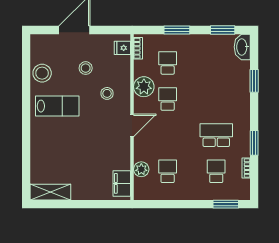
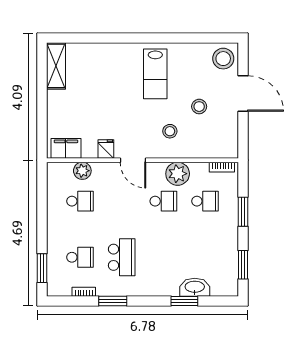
washbasin: (242, 47) -> (195, 287), moved
fridge: (122, 48) -> (106, 149), moved
stool: (42, 73) -> (223, 59), moved

